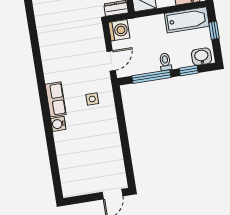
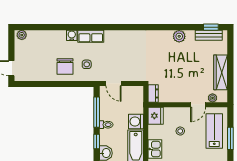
washing machine: (119, 30) -> (136, 122), moved, turned 90
chair: (99, 126) -> (65, 66), added
plant: (68, 188) -> (22, 35), added

